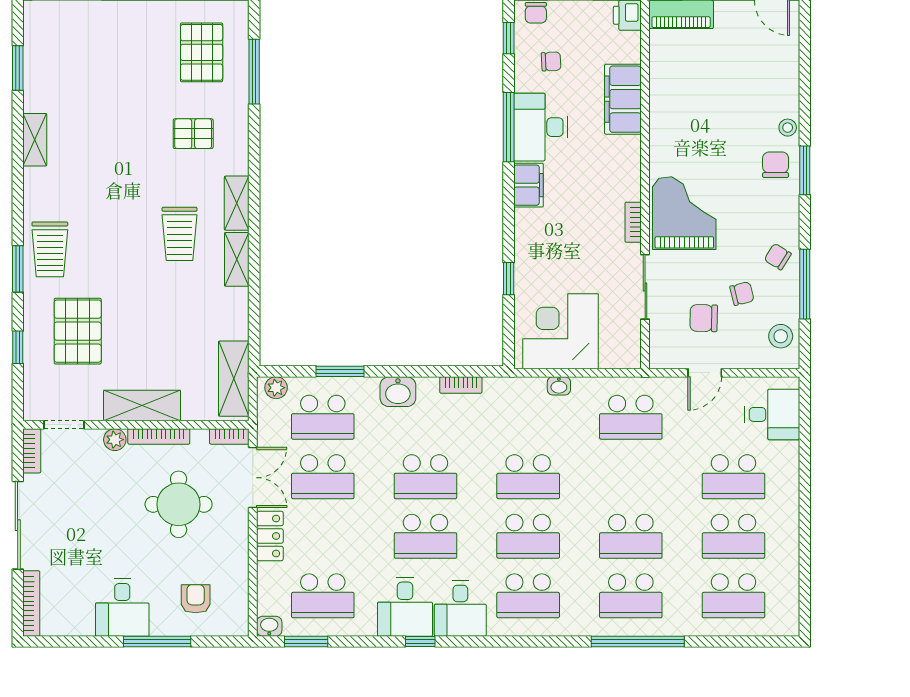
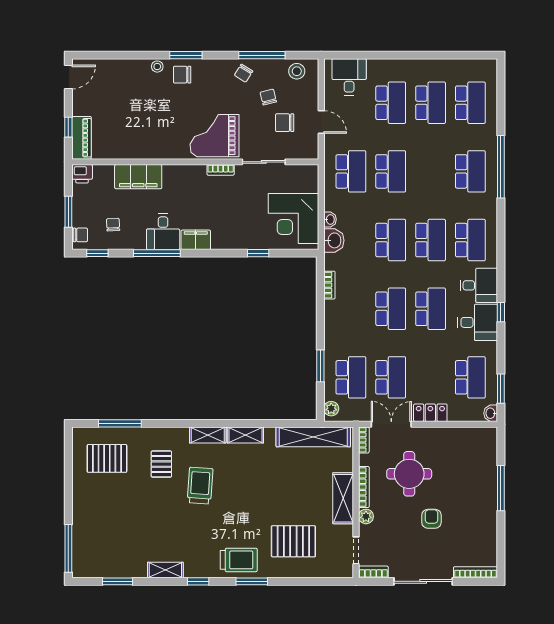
desk: (541, 127) -> (163, 232), width x0.73
trolley: (179, 234) -> (200, 486), moved, turned -86
chair: (704, 318) -> (285, 123), turned 89
window: (18, 347) -> (198, 581), moved
shelving: (234, 379) -> (313, 437), width x1.47
washbasin: (398, 392) -> (334, 240), moved
school desk: (631, 536) -> (391, 171), moved
armchair: (196, 599) -> (431, 519), moved, turned 90
desk: (122, 608) -> (478, 511), removed

